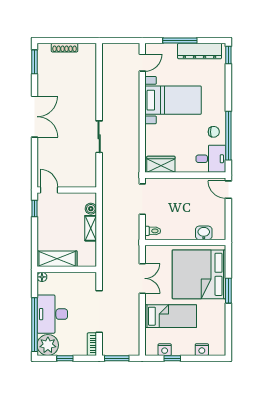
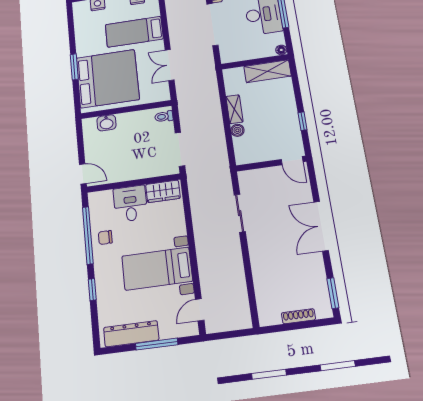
window: (228, 55) -> (92, 290), moved
desk: (211, 159) -> (130, 204), moved, turned 90
door: (49, 190) -> (292, 161), moved
wall: (67, 190) -> (271, 164), moved

